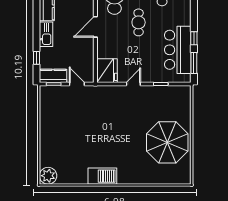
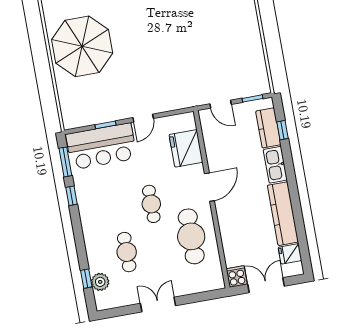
bar counter: (178, 50) -> (101, 146), moved, turned 90
fridge: (107, 71) -> (186, 148), moved
kitchen counter: (53, 76) -> (268, 128), moved, turned 90

